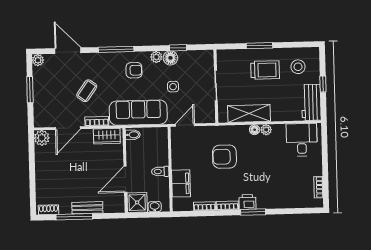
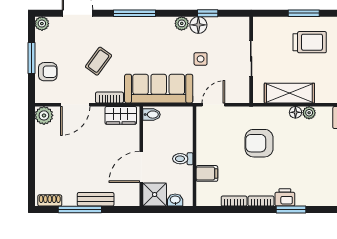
armchair: (134, 70) -> (48, 72), moved
filing cabinet: (181, 183) -> (207, 173), width x0.50

